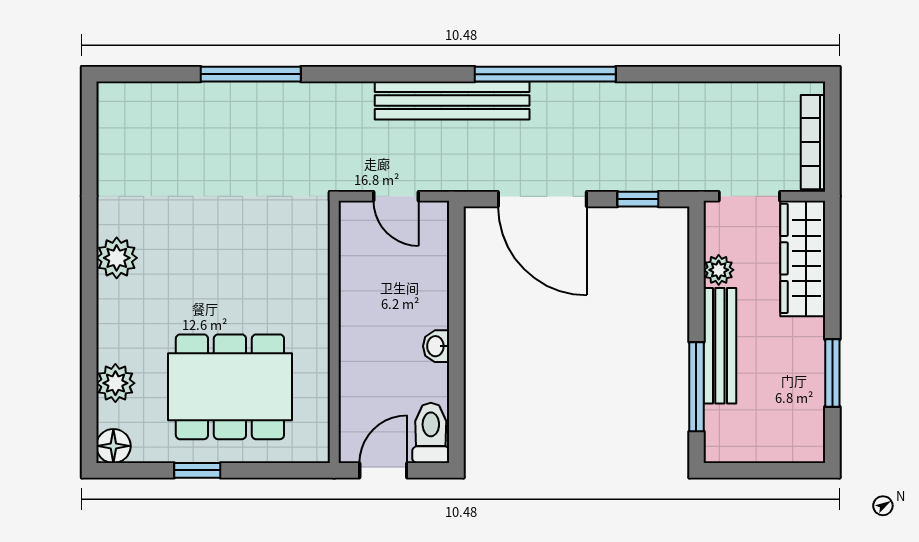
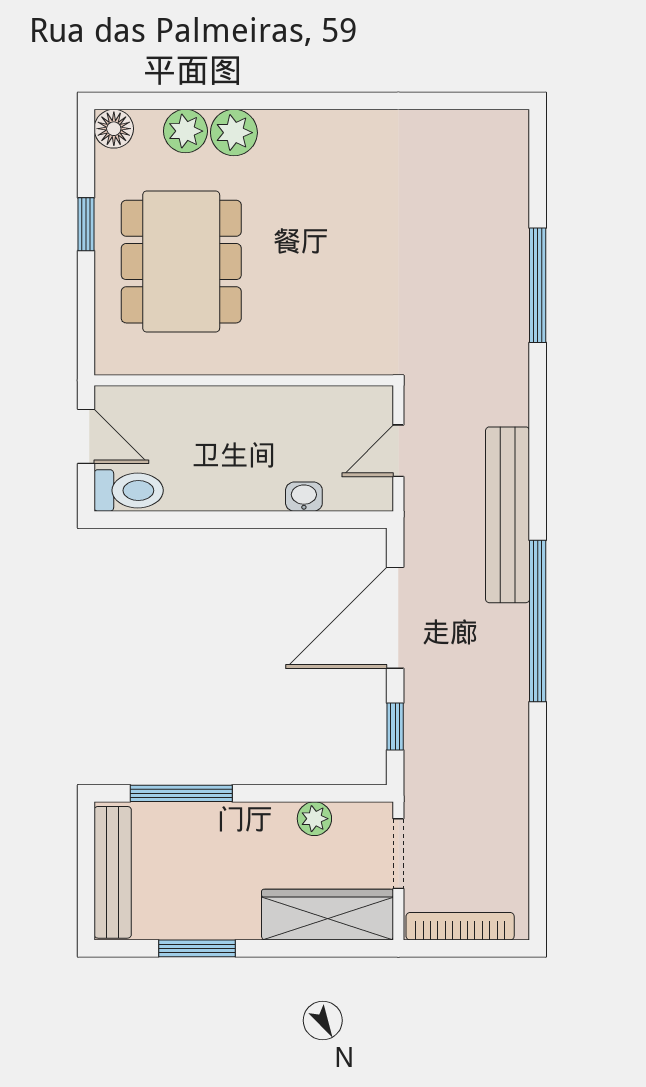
plant: (117, 258) -> (234, 133), moved
washbasin: (436, 346) -> (304, 497), moved
bench: (720, 346) -> (113, 872), moved, turned 90

